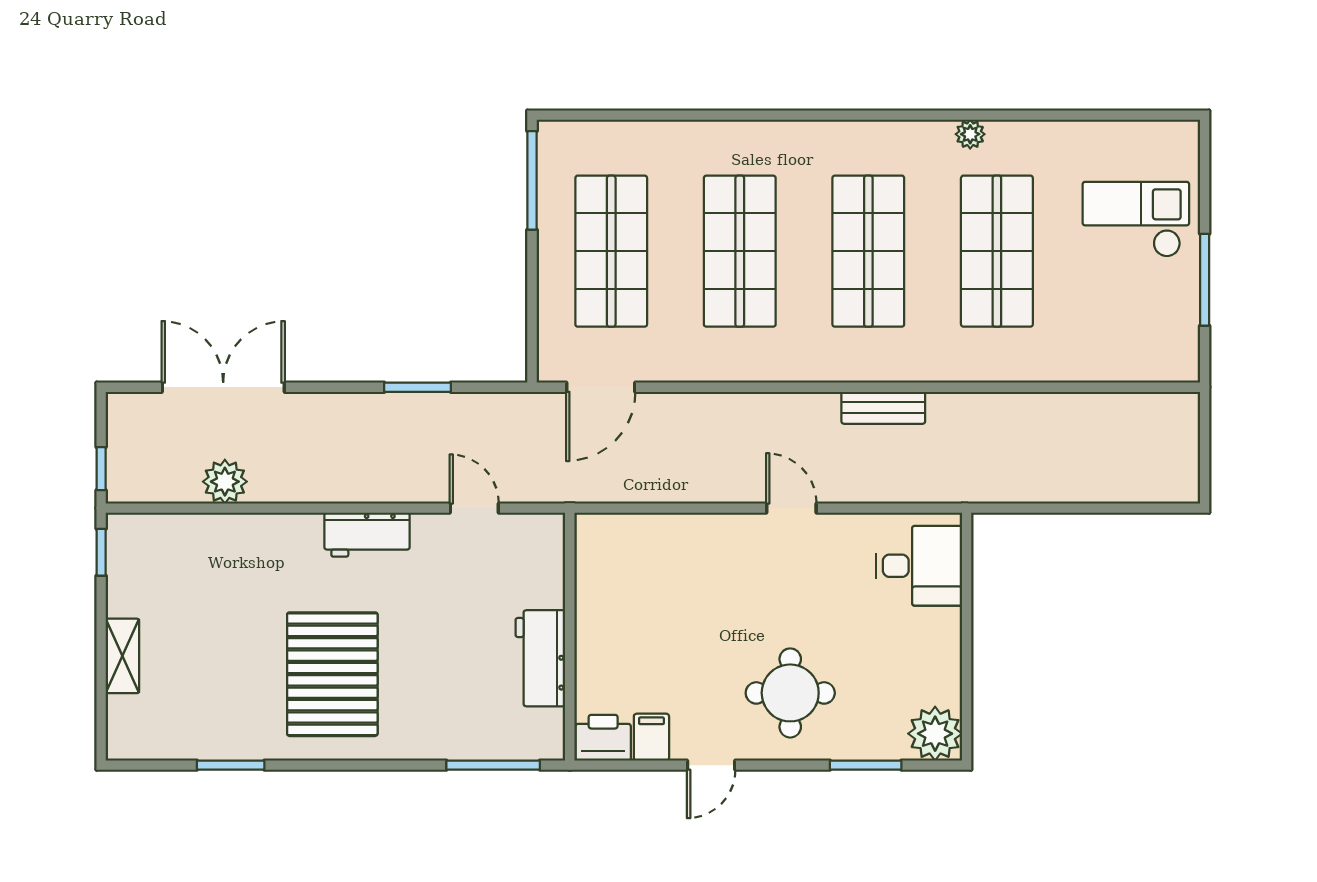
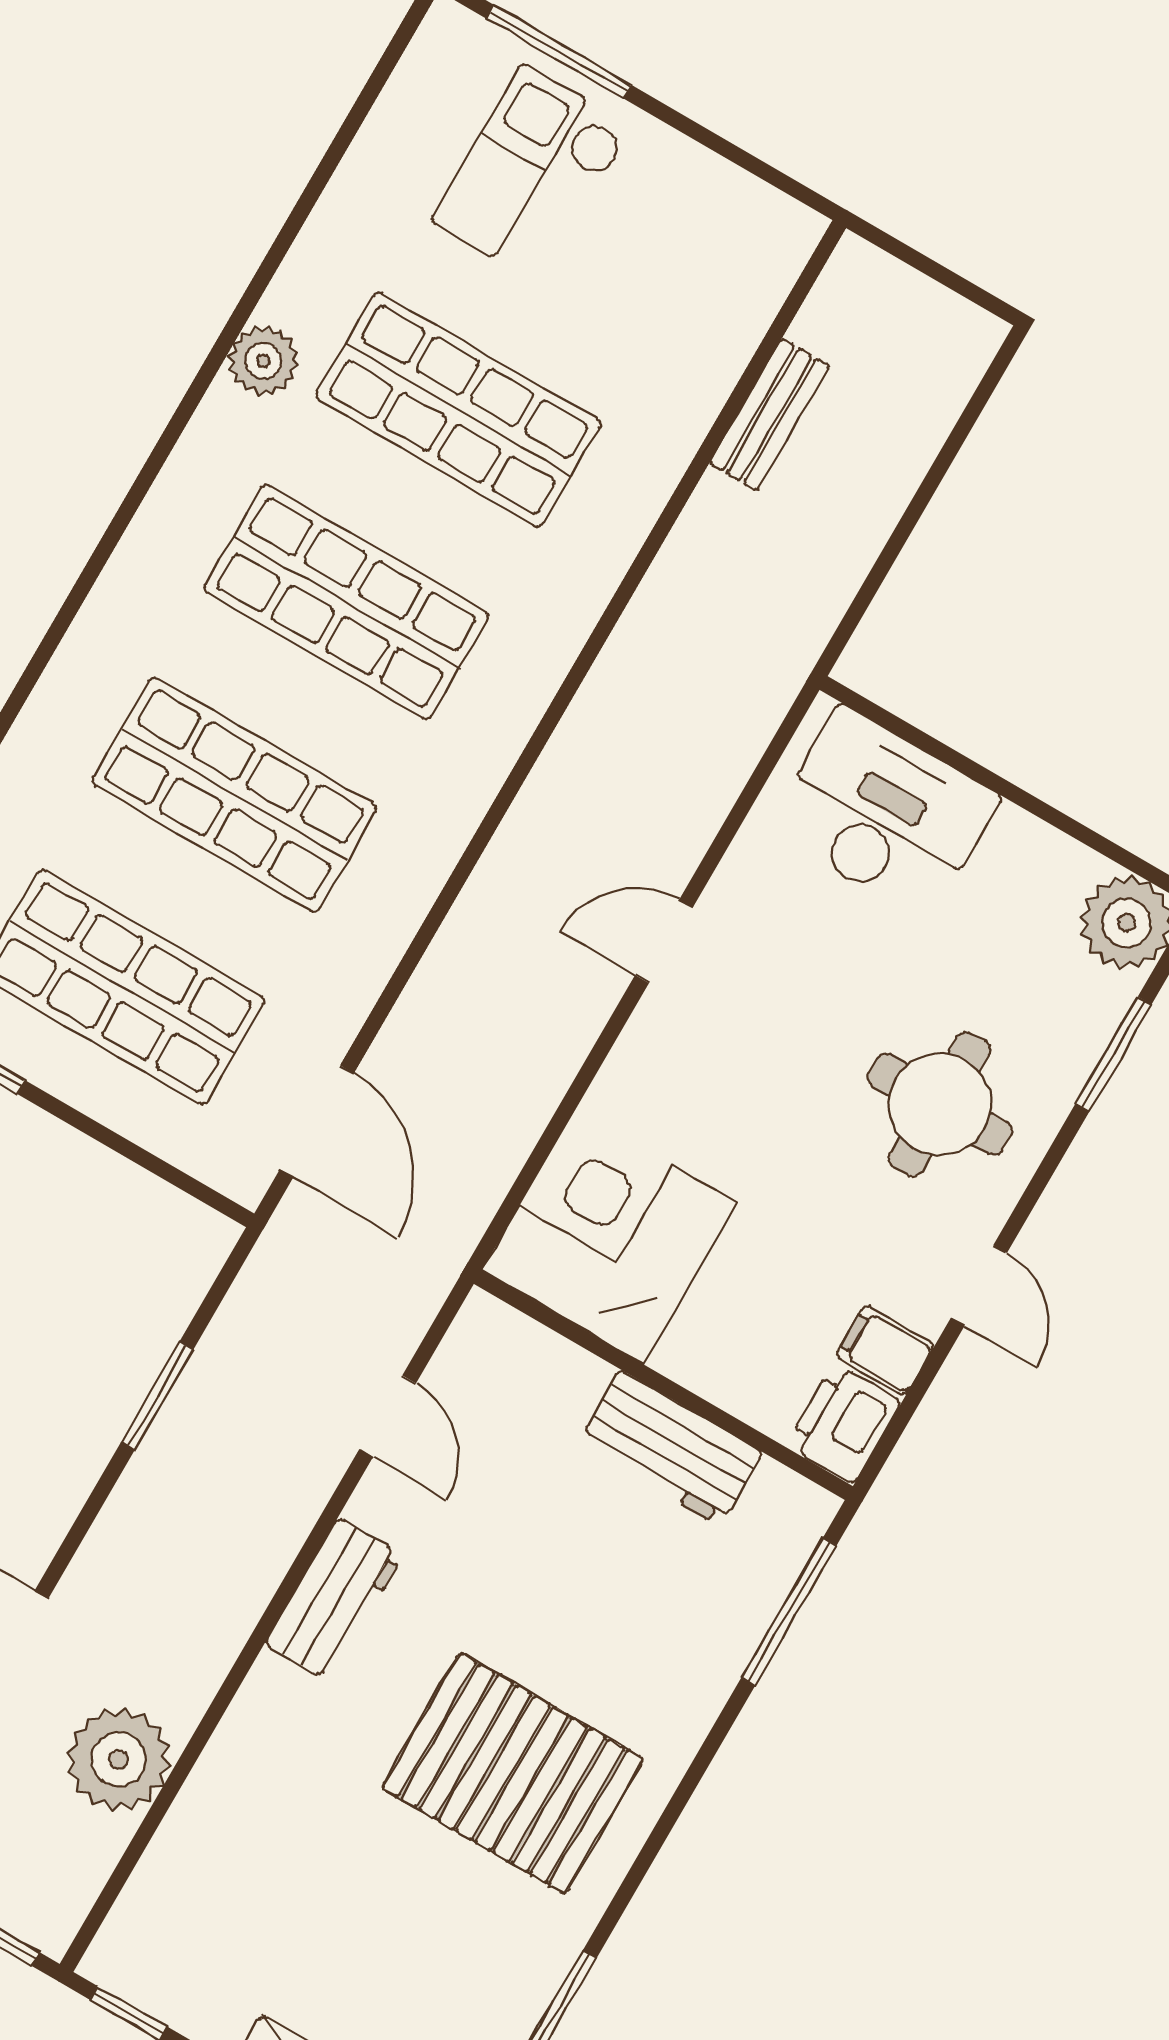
plant: (970, 134) -> (263, 361), width x1.38, depth x1.38
window: (1205, 280) -> (559, 52), moved
bench: (883, 408) -> (769, 415), moved
plant: (225, 482) -> (119, 1759), width x1.36, depth x1.36
door: (474, 508) -> (388, 1416), swing flipped
desk: (919, 566) -> (884, 813), width x1.37
corner desk: (628, 567) -> (610, 1236), added

